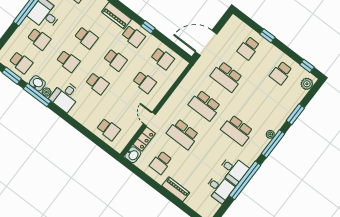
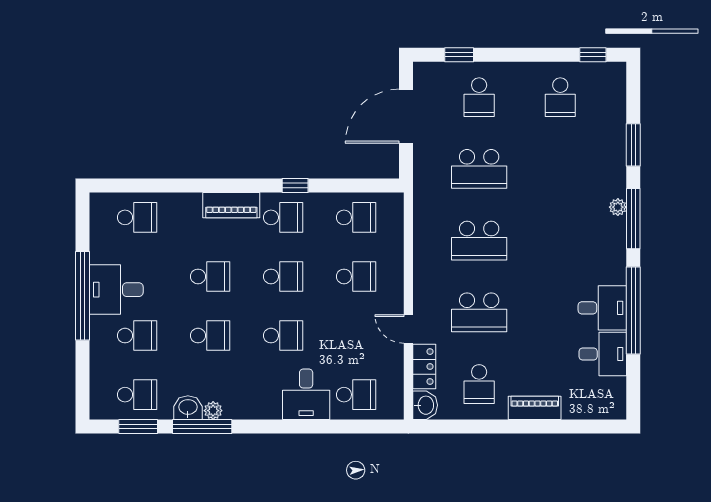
window: (267, 36) -> (459, 55), moved
door: (206, 43) -> (406, 116), moved
plant: (307, 84) -> (615, 83), removed
desk: (65, 96) -> (306, 394), moved
school desk: (237, 130) -> (560, 241), removed

